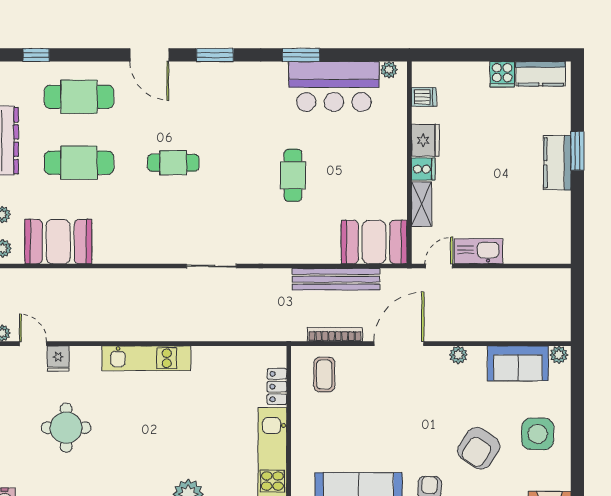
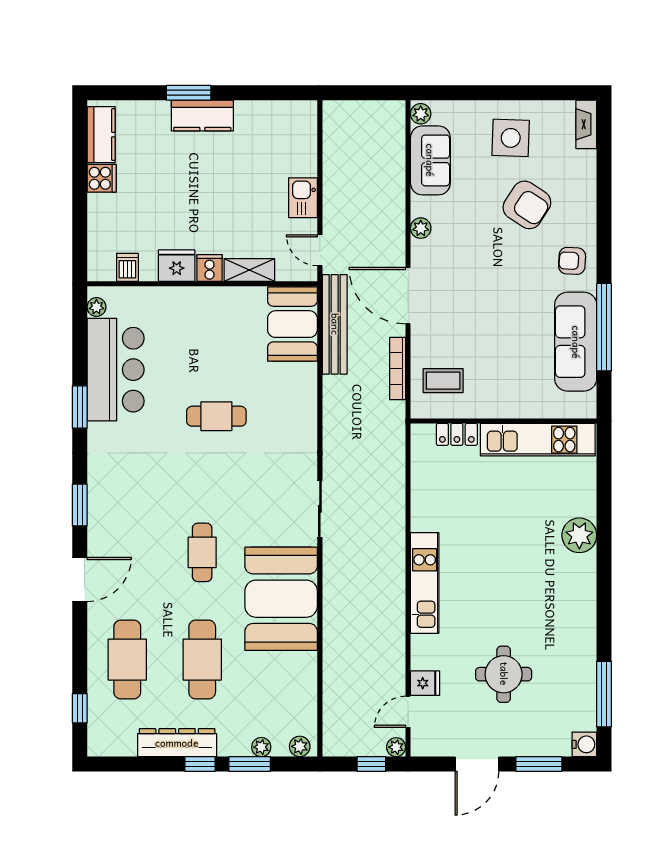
booth: (58, 242) -> (281, 599), moved, width x1.36, depth x1.42
kitchen sink: (478, 251) -> (303, 198), width x0.73
bench: (336, 279) -> (335, 324), moved

